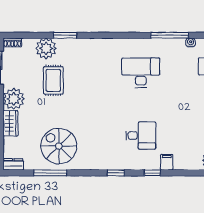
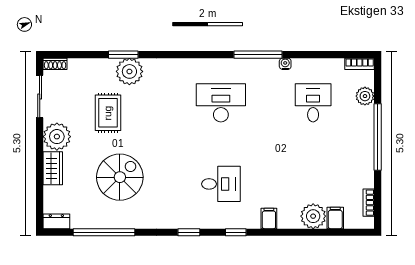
plant: (46, 48) -> (129, 71), moved
spiral stairs: (59, 146) -> (120, 177), moved, turned 90
filing cabinet: (167, 162) -> (269, 218), moved
window: (50, 173) -> (104, 232), width x1.46

